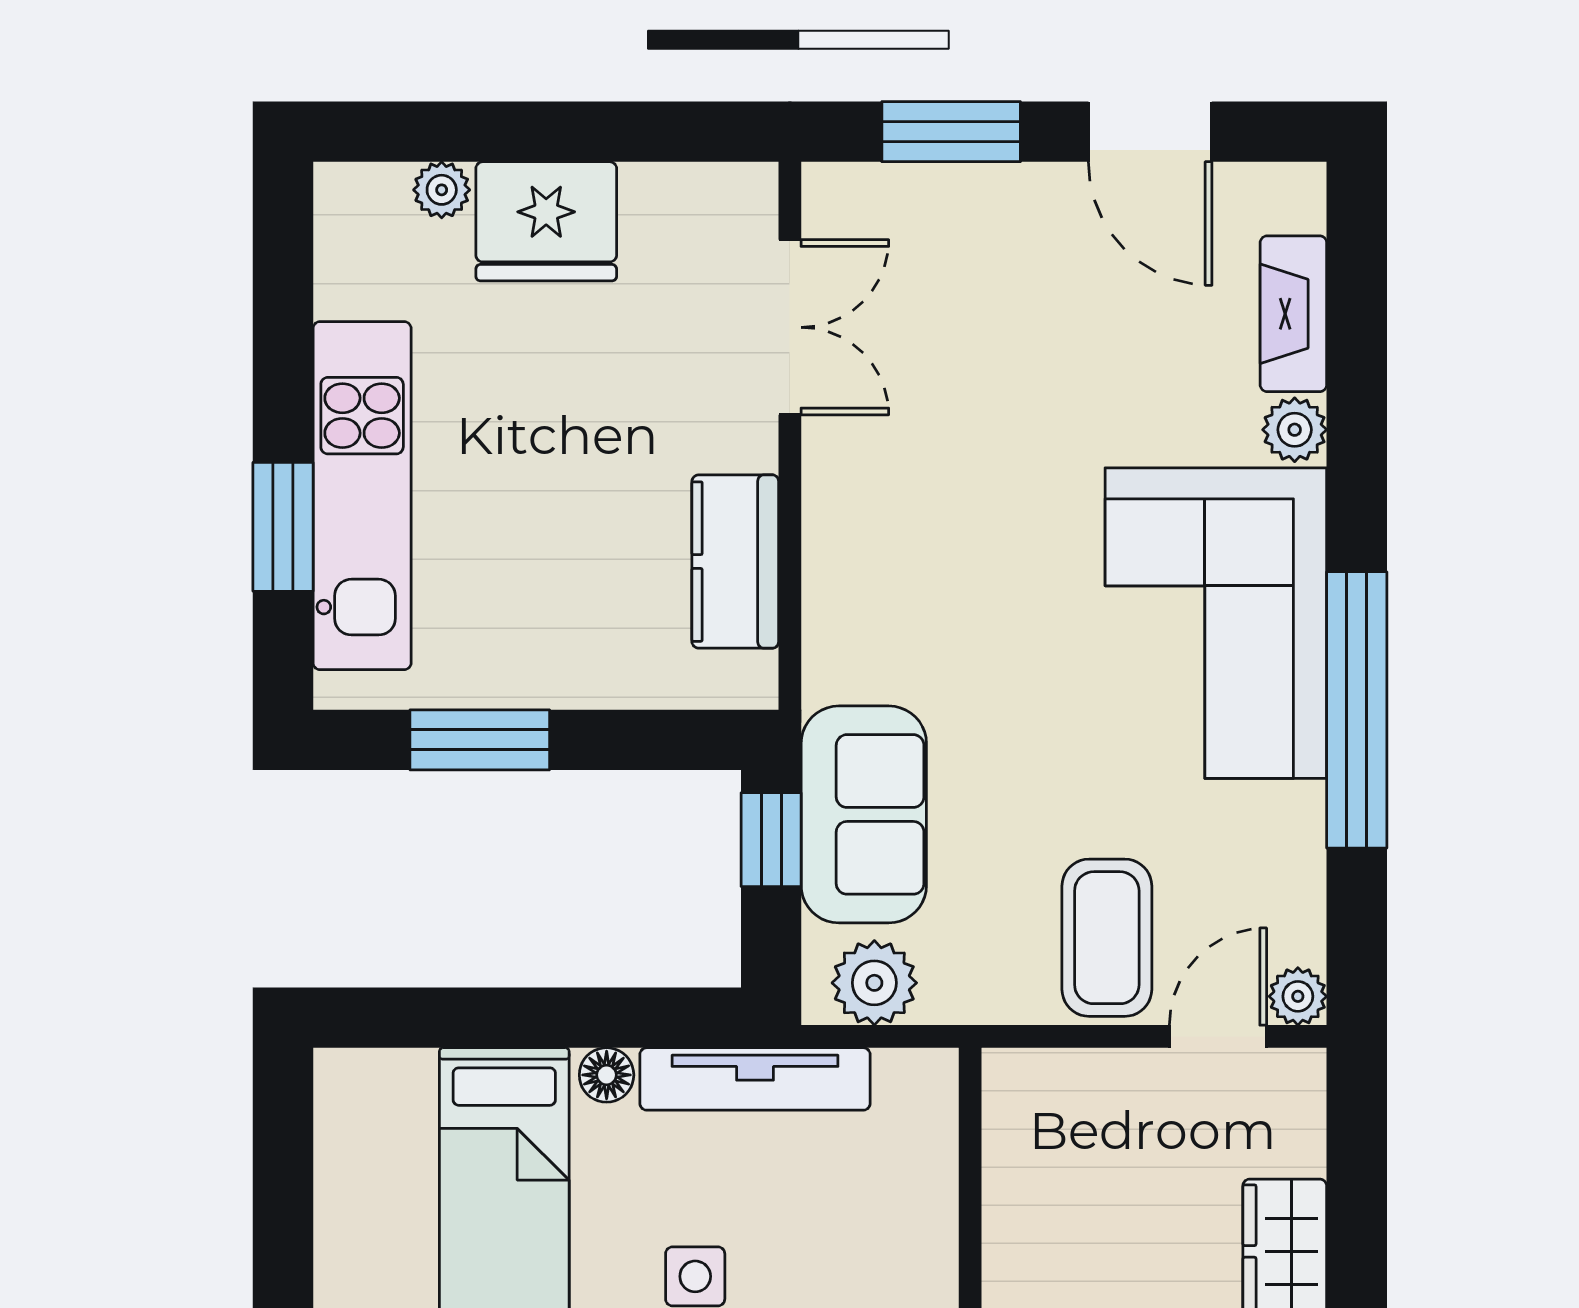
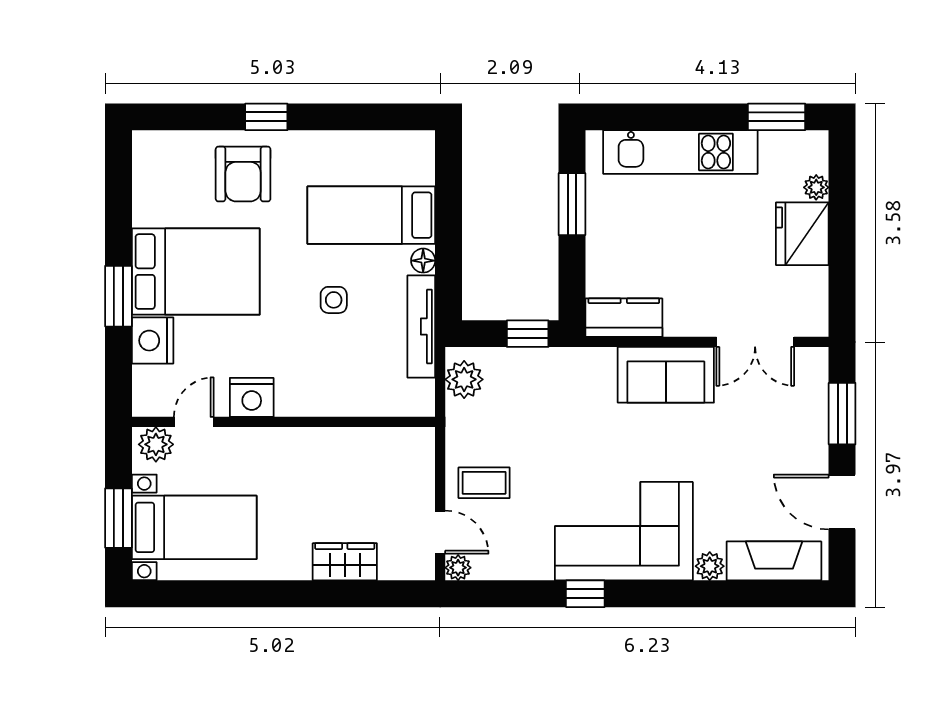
door: (1150, 132) -> (842, 502), hinge flipped
fireplace: (1293, 314) -> (774, 561), width x1.37, depth x1.32
window: (283, 527) -> (777, 117), moved
kitchen counter: (735, 562) -> (624, 318), moved
window: (1357, 710) -> (585, 594), width x0.32
sofa: (864, 814) -> (666, 375), moved
coffee table: (1107, 938) -> (484, 483), width x0.73, depth x0.77

